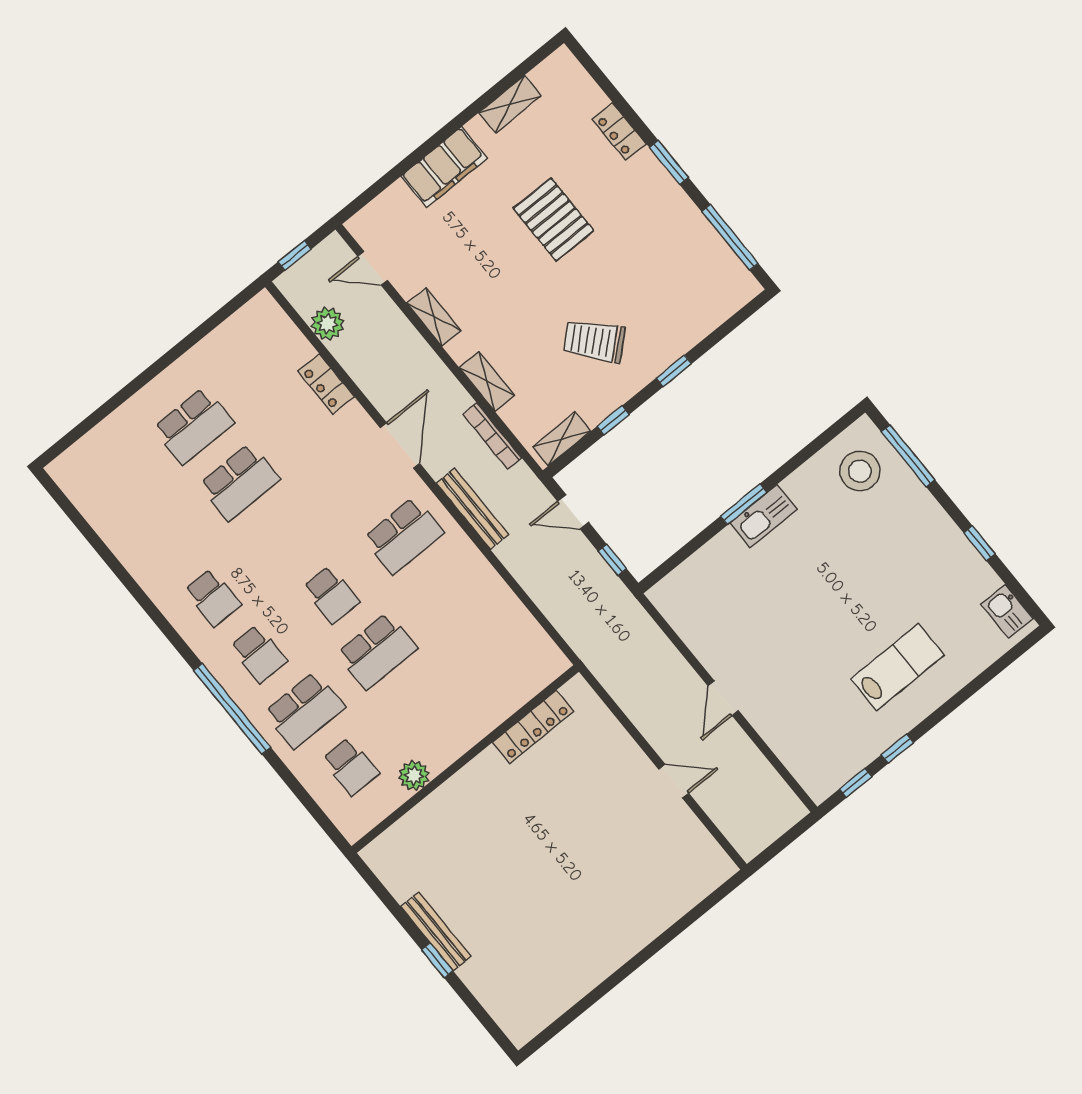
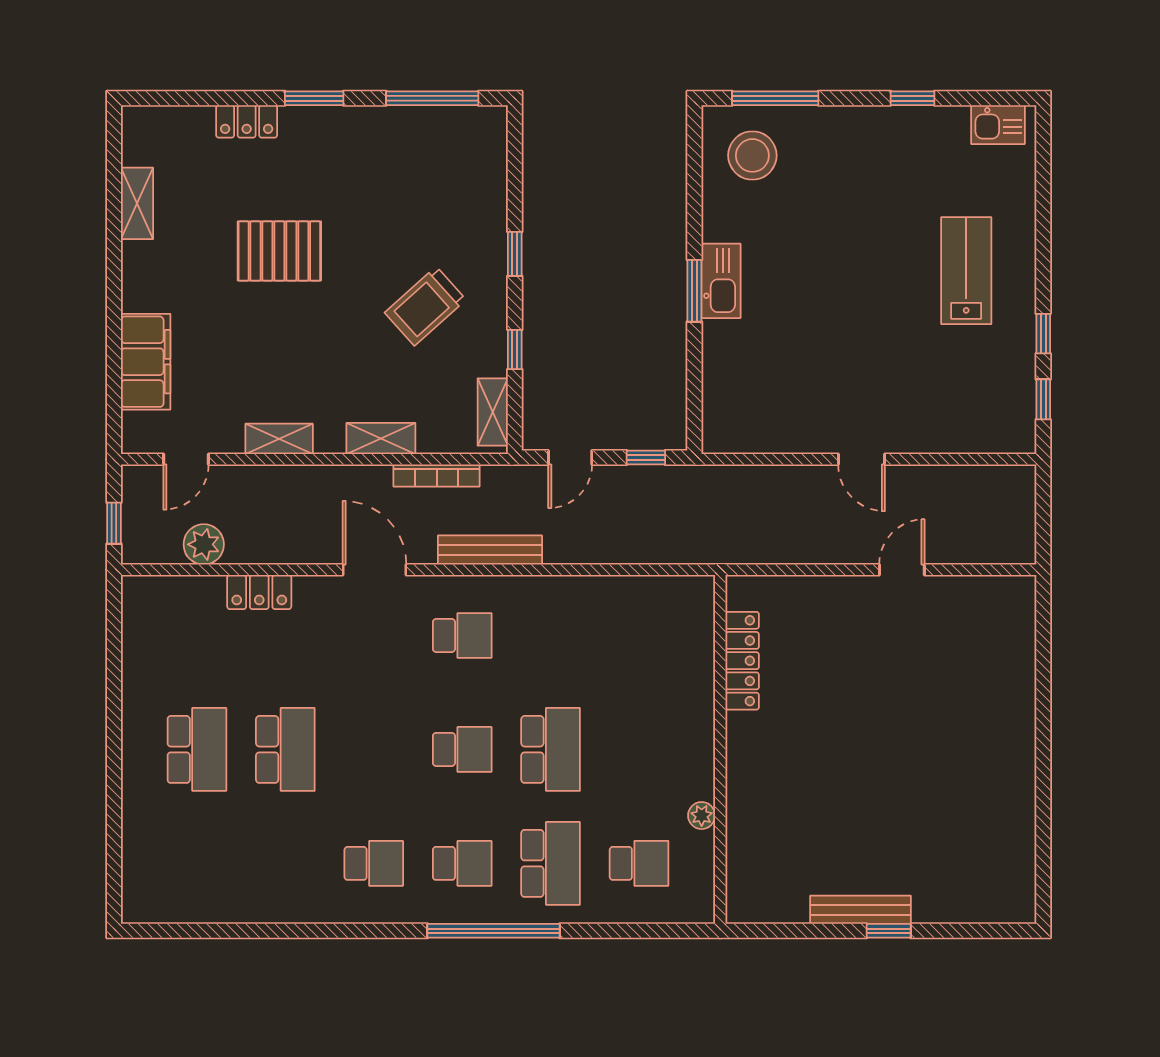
filing cabinet: (444, 167) -> (146, 362), moved
school desk: (404, 536) -> (462, 635), width x0.54
plant: (414, 775) -> (702, 816), width x0.73, depth x0.73

